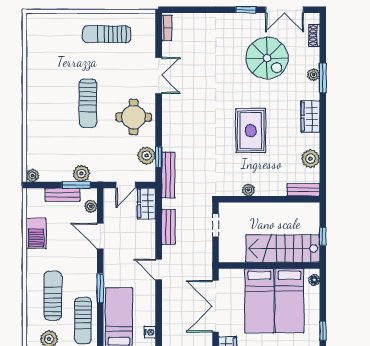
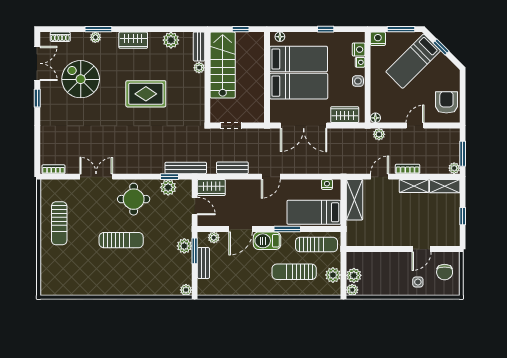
spiral stairs: (267, 58) -> (81, 79), turned -90
plant: (248, 190) -> (199, 68), moved
barbecue: (36, 233) -> (267, 241), moved, turned 180
stairs: (283, 248) -> (223, 65), moved, turned 180

